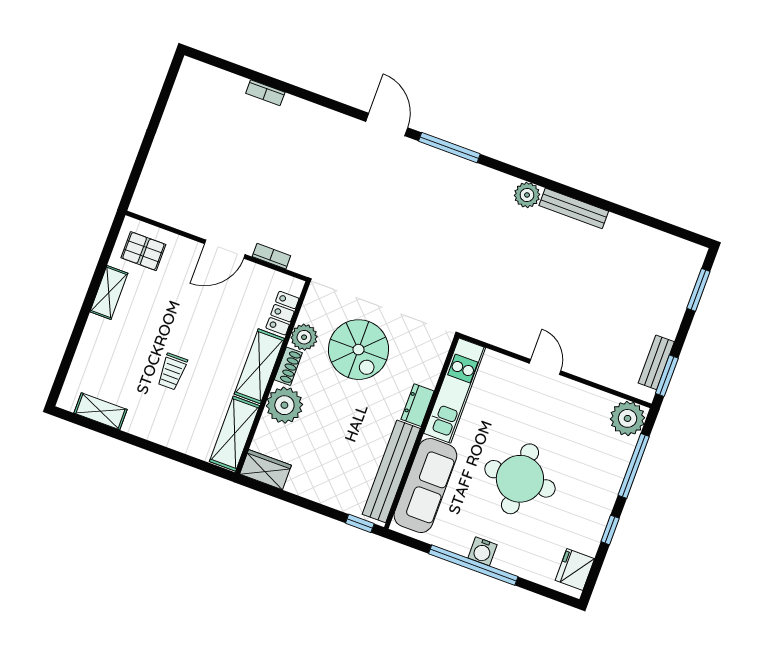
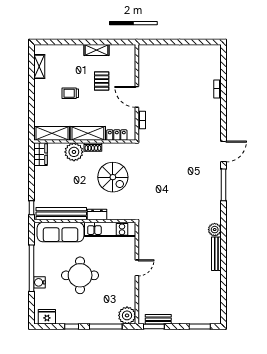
pallet: (143, 251) -> (102, 81), moved
plant: (304, 337) -> (109, 149), removed
spiral stairs: (358, 350) -> (113, 177), turned -90
water cooler: (483, 551) -> (39, 282), moved

